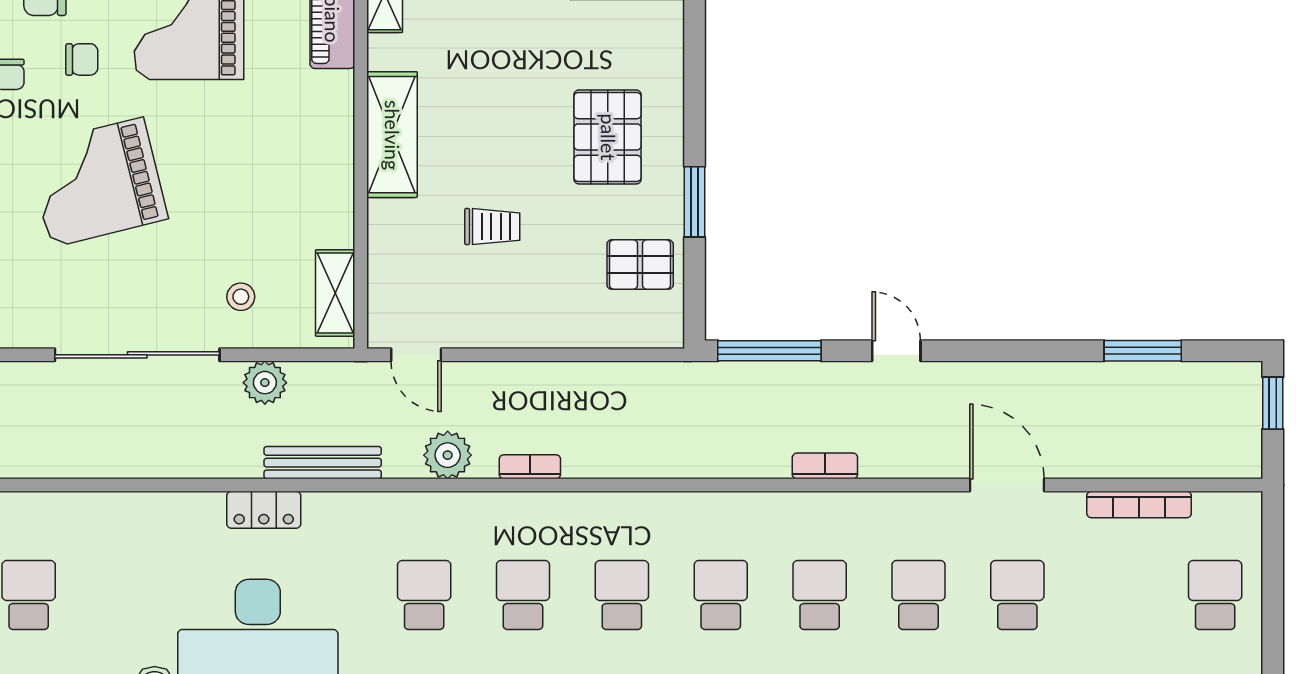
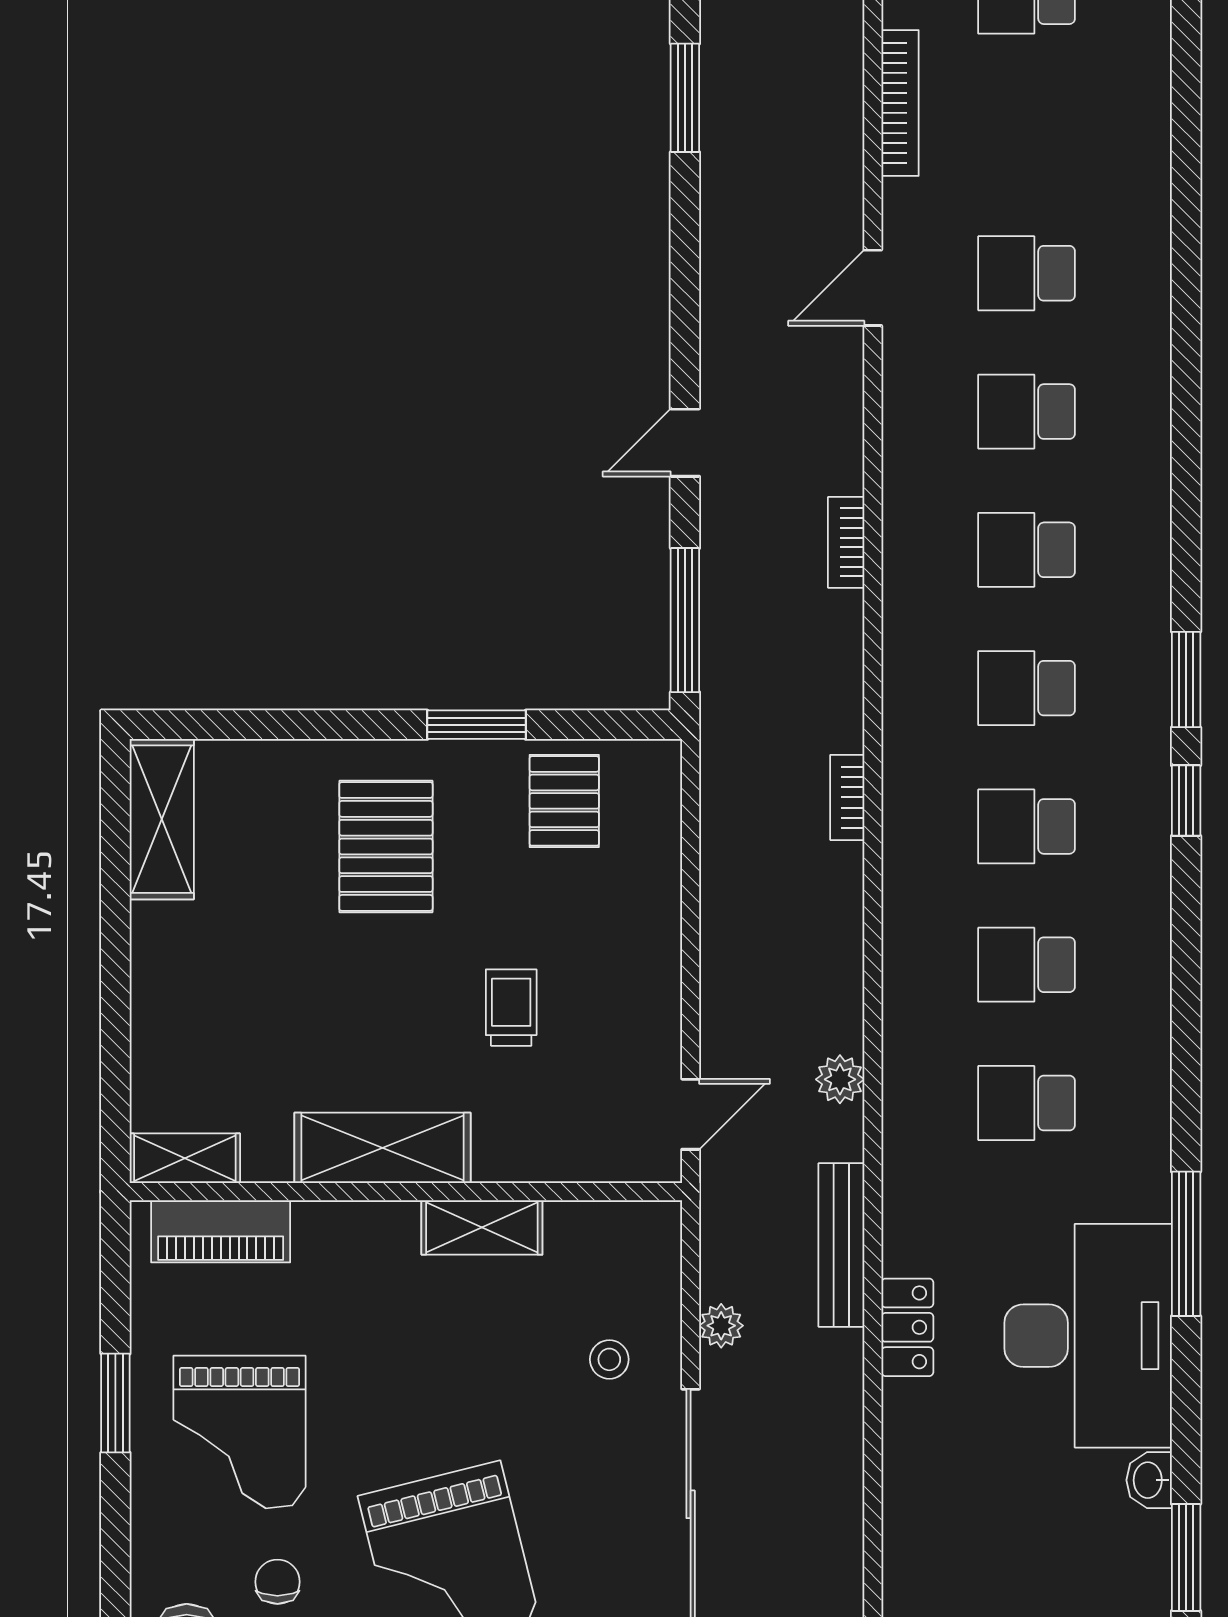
pallet: (608, 137) -> (386, 846), turned 90
shelving: (335, 293) -> (482, 1227), moved
plant: (265, 383) -> (721, 1326), width x0.73, depth x0.73
plant: (448, 455) -> (840, 1079), width x0.73, depth x0.73
bookcase: (530, 467) -> (847, 797), moved
door: (1007, 485) -> (873, 288), width x0.73

